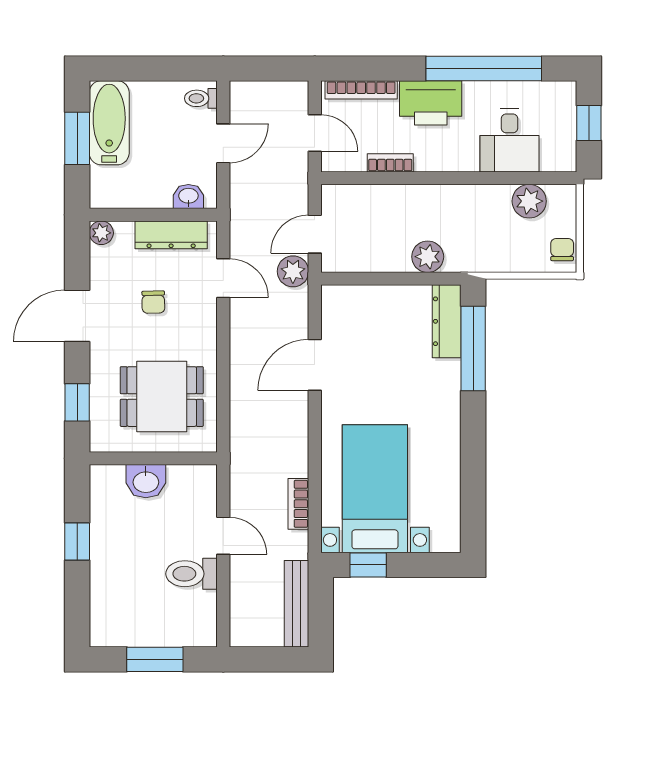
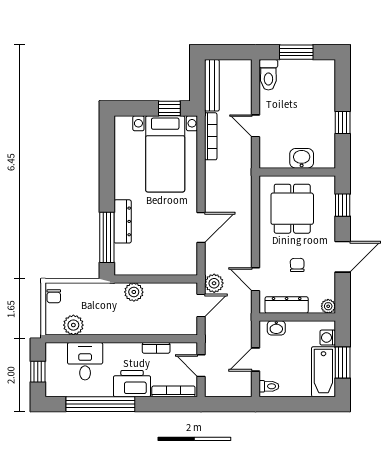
washing machine: (102, 180) -> (328, 338), added
dresser: (447, 321) -> (123, 221), moved
dining table: (162, 397) -> (292, 209), turned 90
bookcase: (298, 504) -> (211, 136), width x1.56
toilet: (192, 574) -> (268, 75), moved, turned 90

